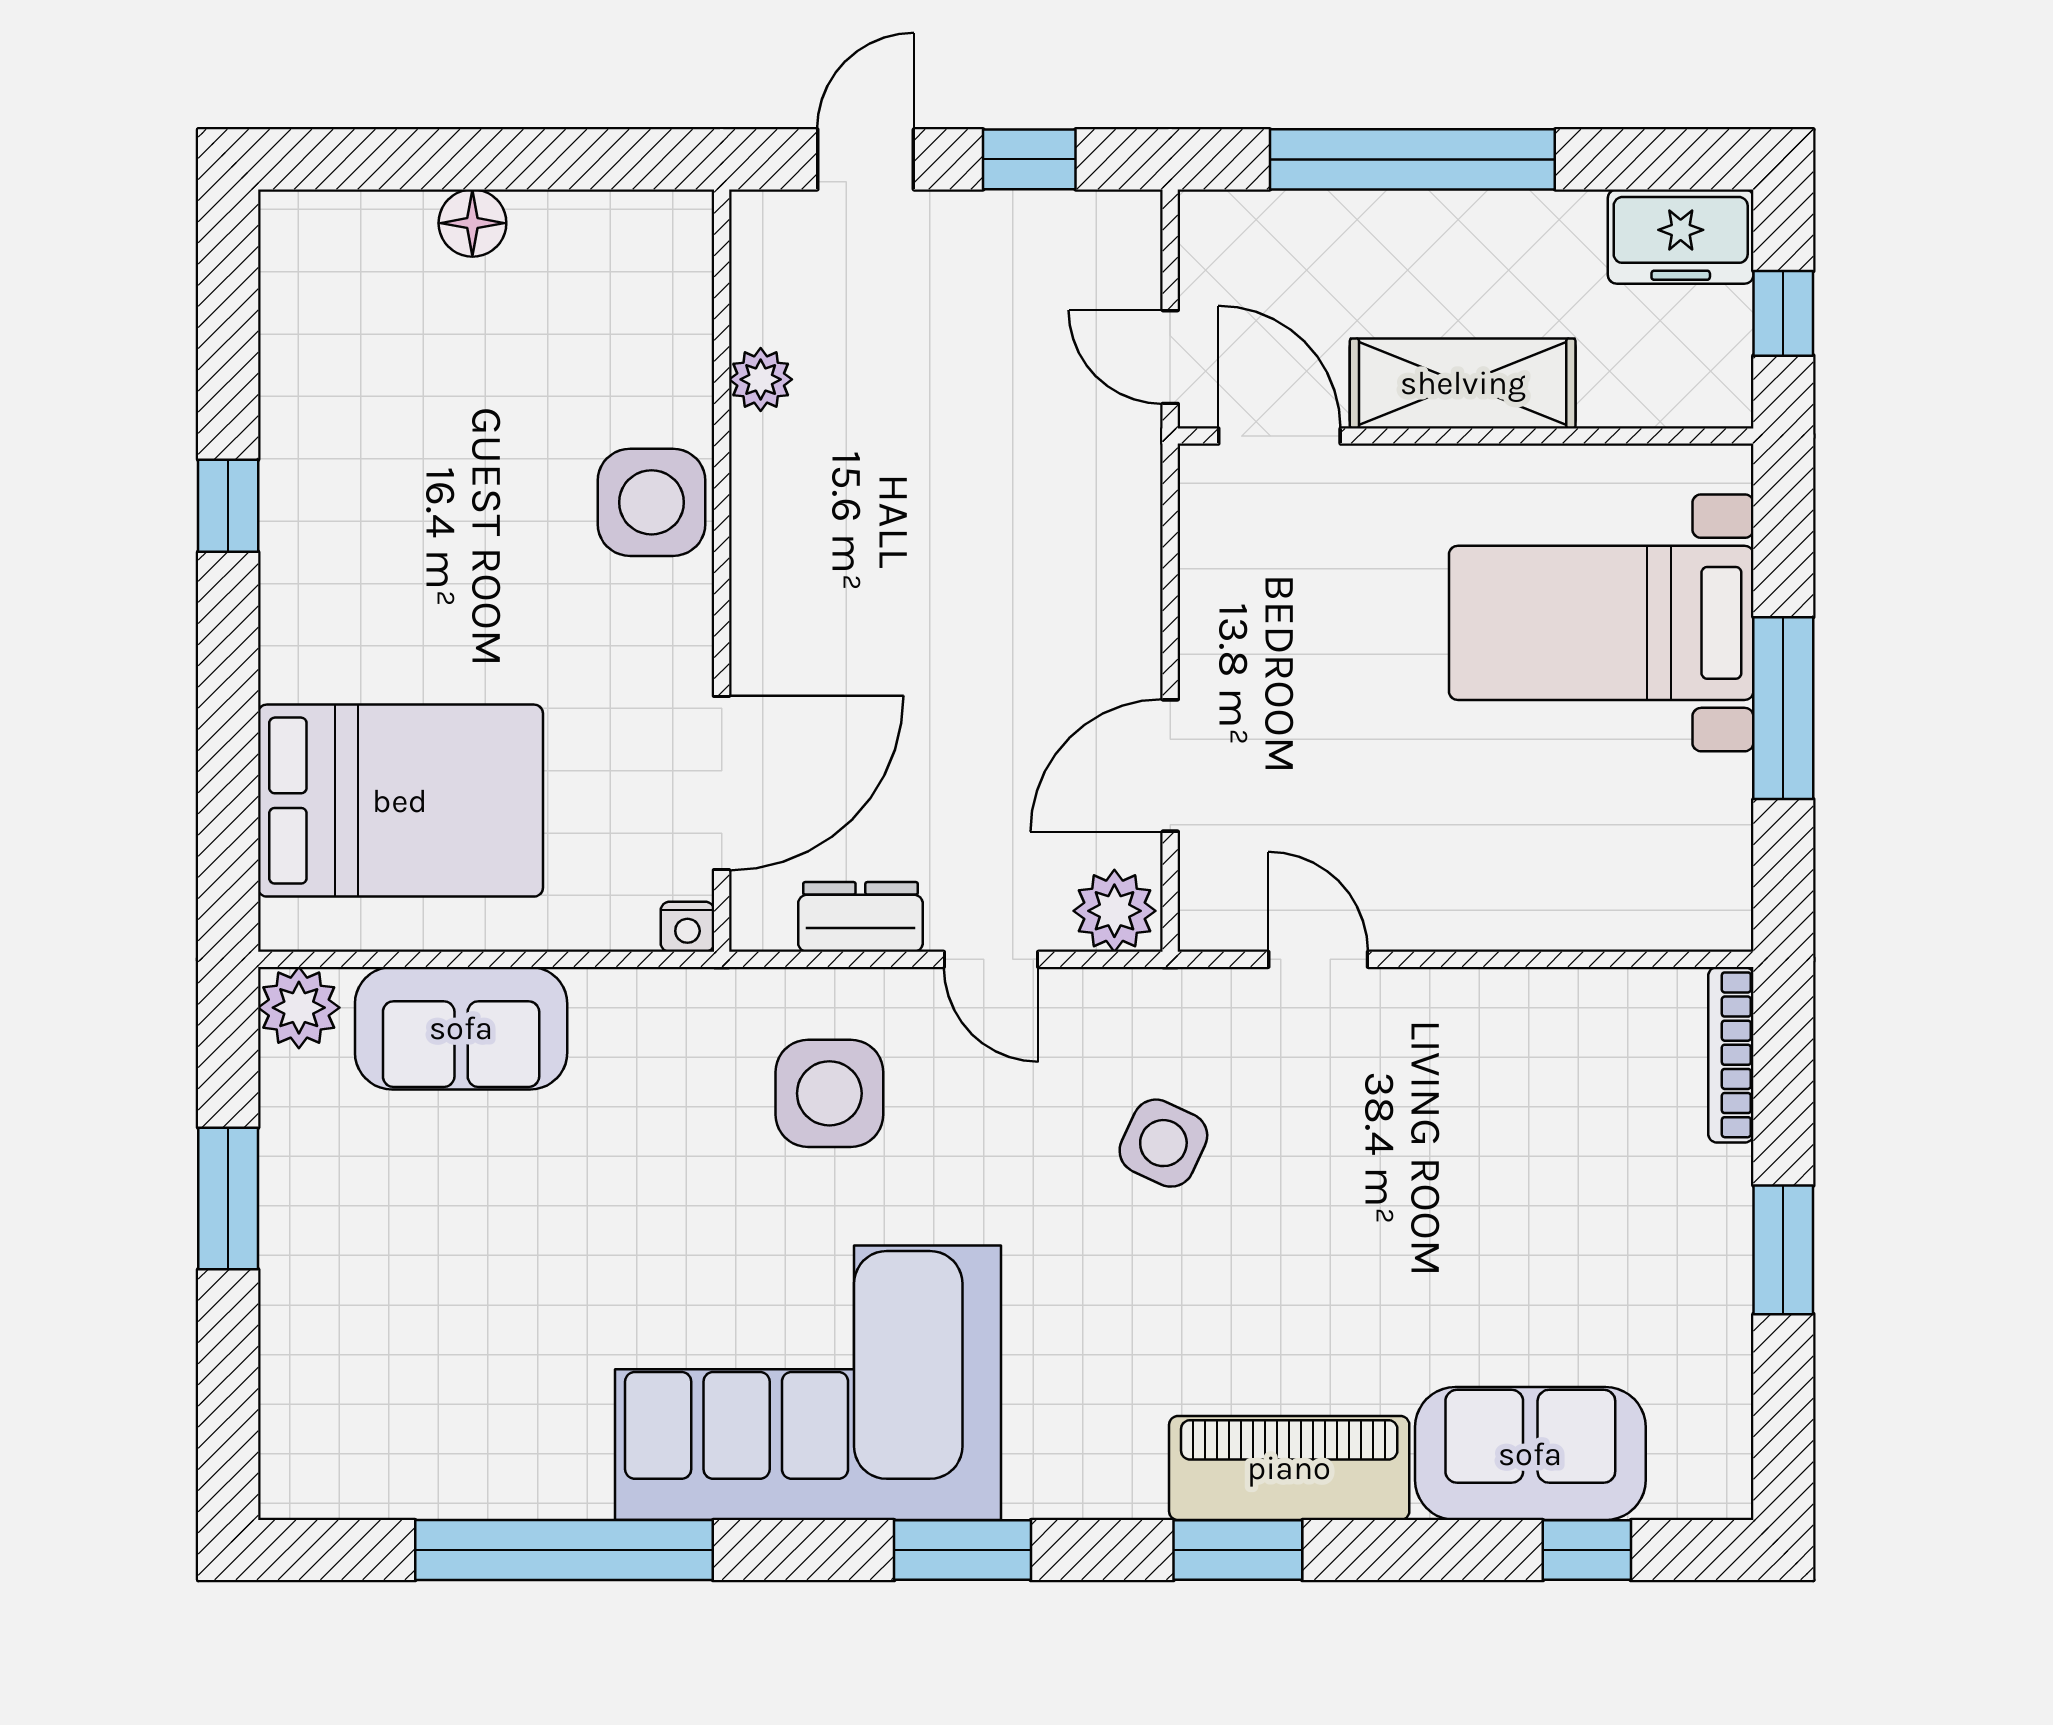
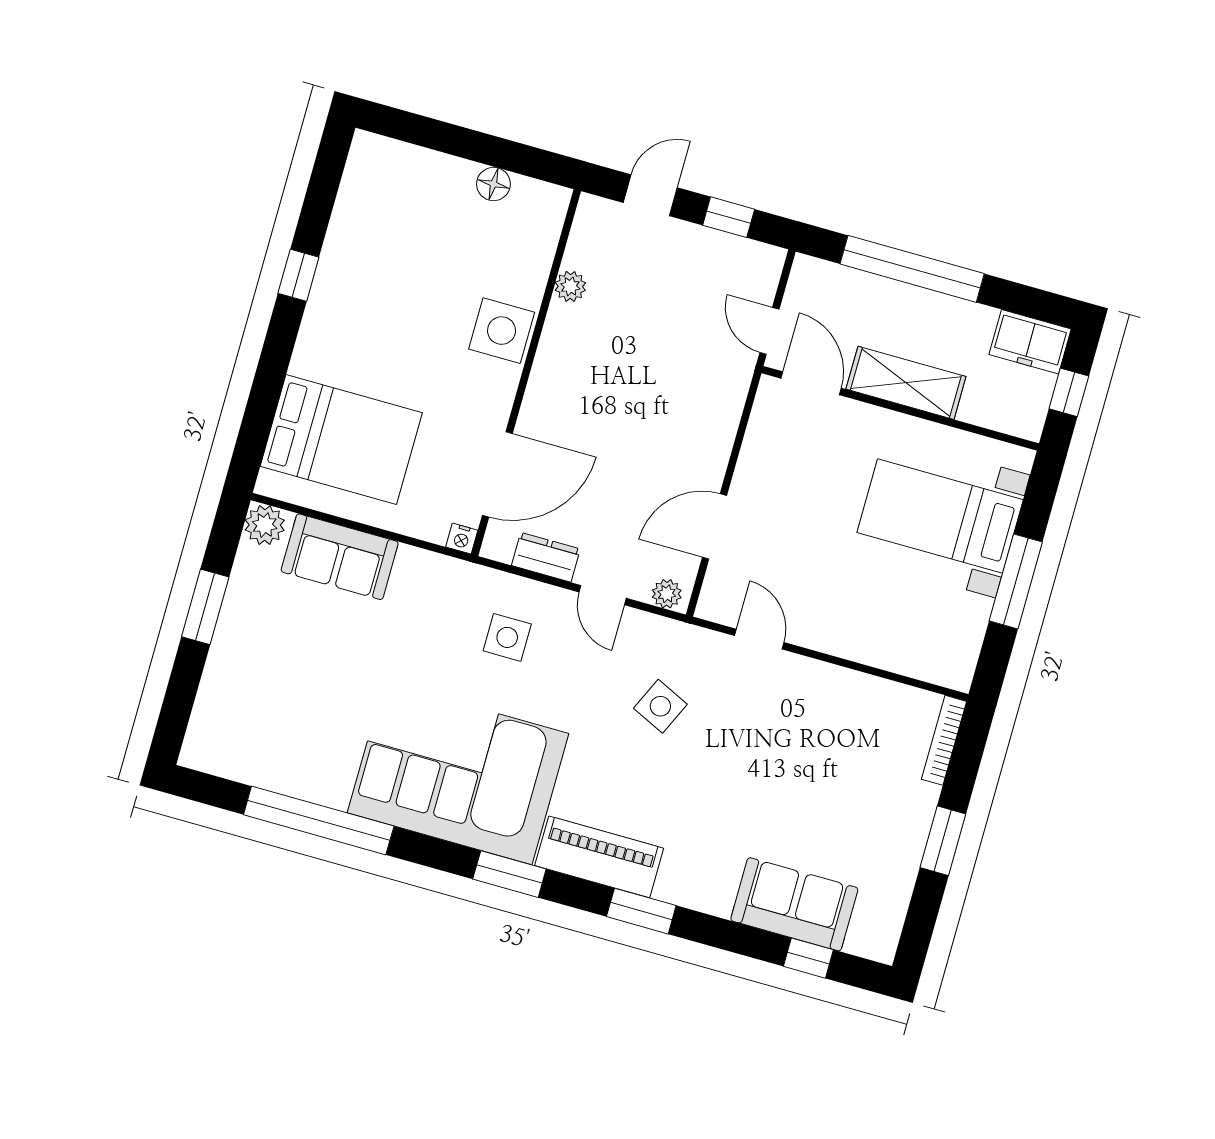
floor lamp: (472, 223) -> (493, 184), moved
plant: (1114, 911) -> (667, 594), width x0.73, depth x0.73
side table: (829, 1093) -> (507, 637), width x0.73, depth x0.73
piano: (1289, 1468) -> (599, 857), moved

